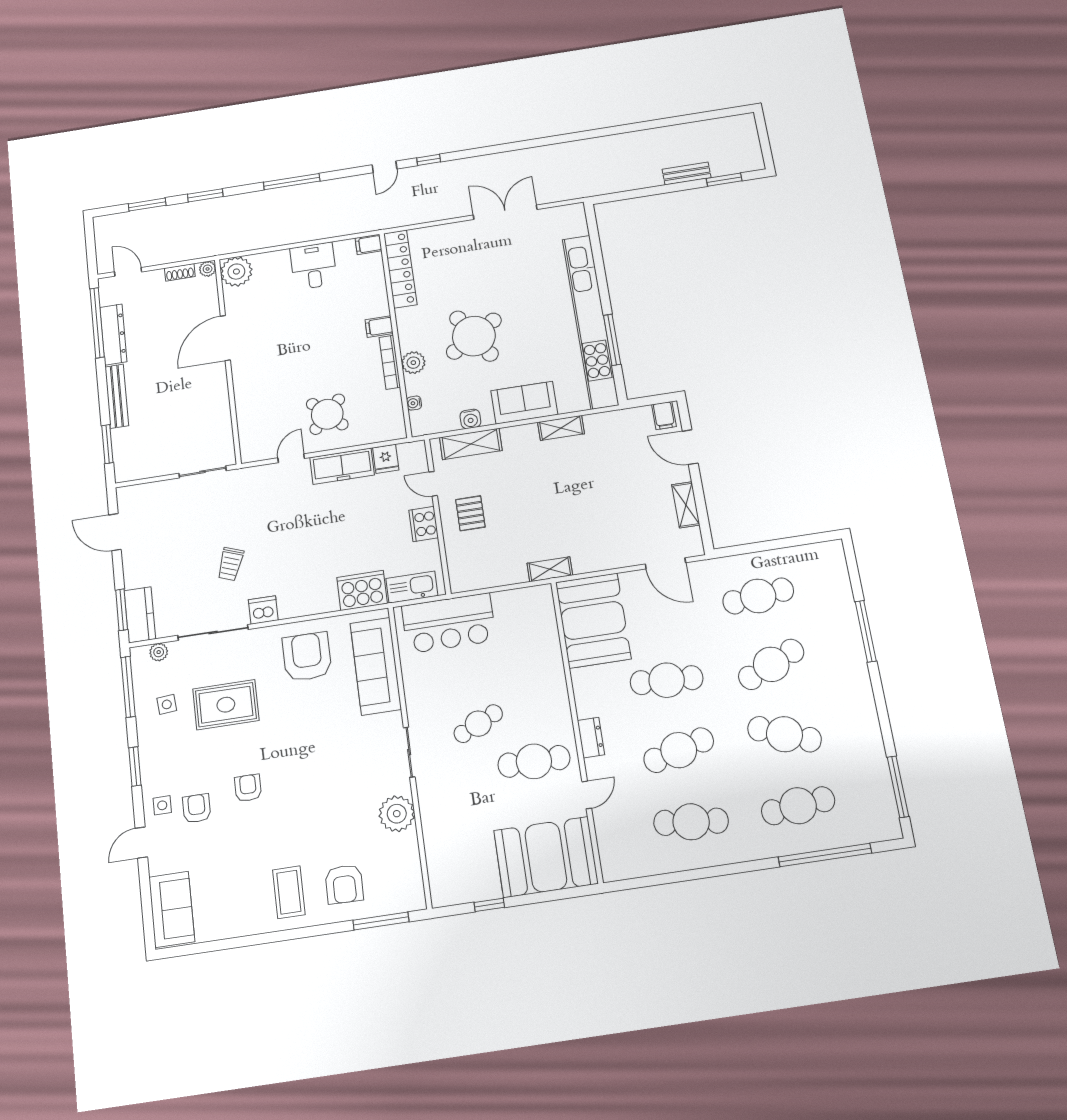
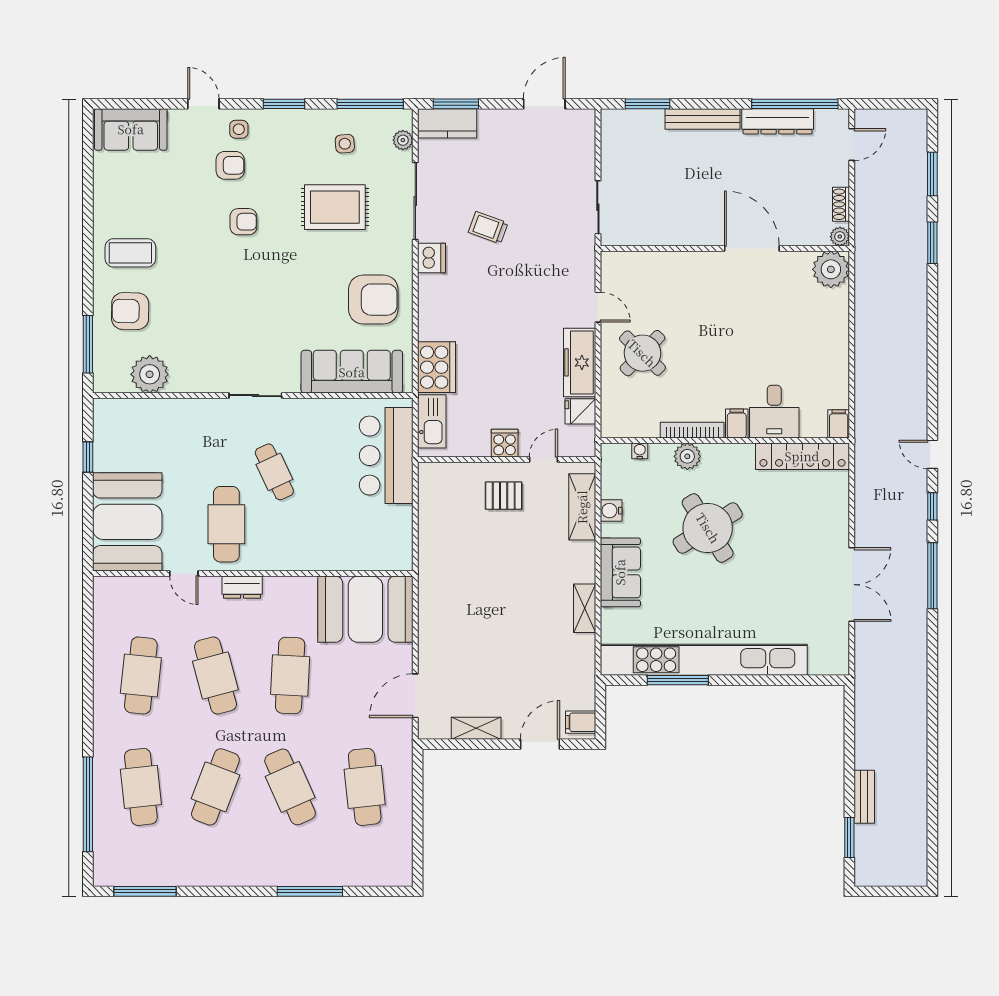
window: (292, 182) -> (932, 576), moved
desk: (313, 266) -> (774, 412), moved, turned 90
cooker: (424, 524) -> (505, 443), width x0.73
shelving: (550, 569) -> (428, 572), removed
rug: (226, 705) -> (335, 207), turned 90
plant: (397, 814) -> (150, 374), moved

